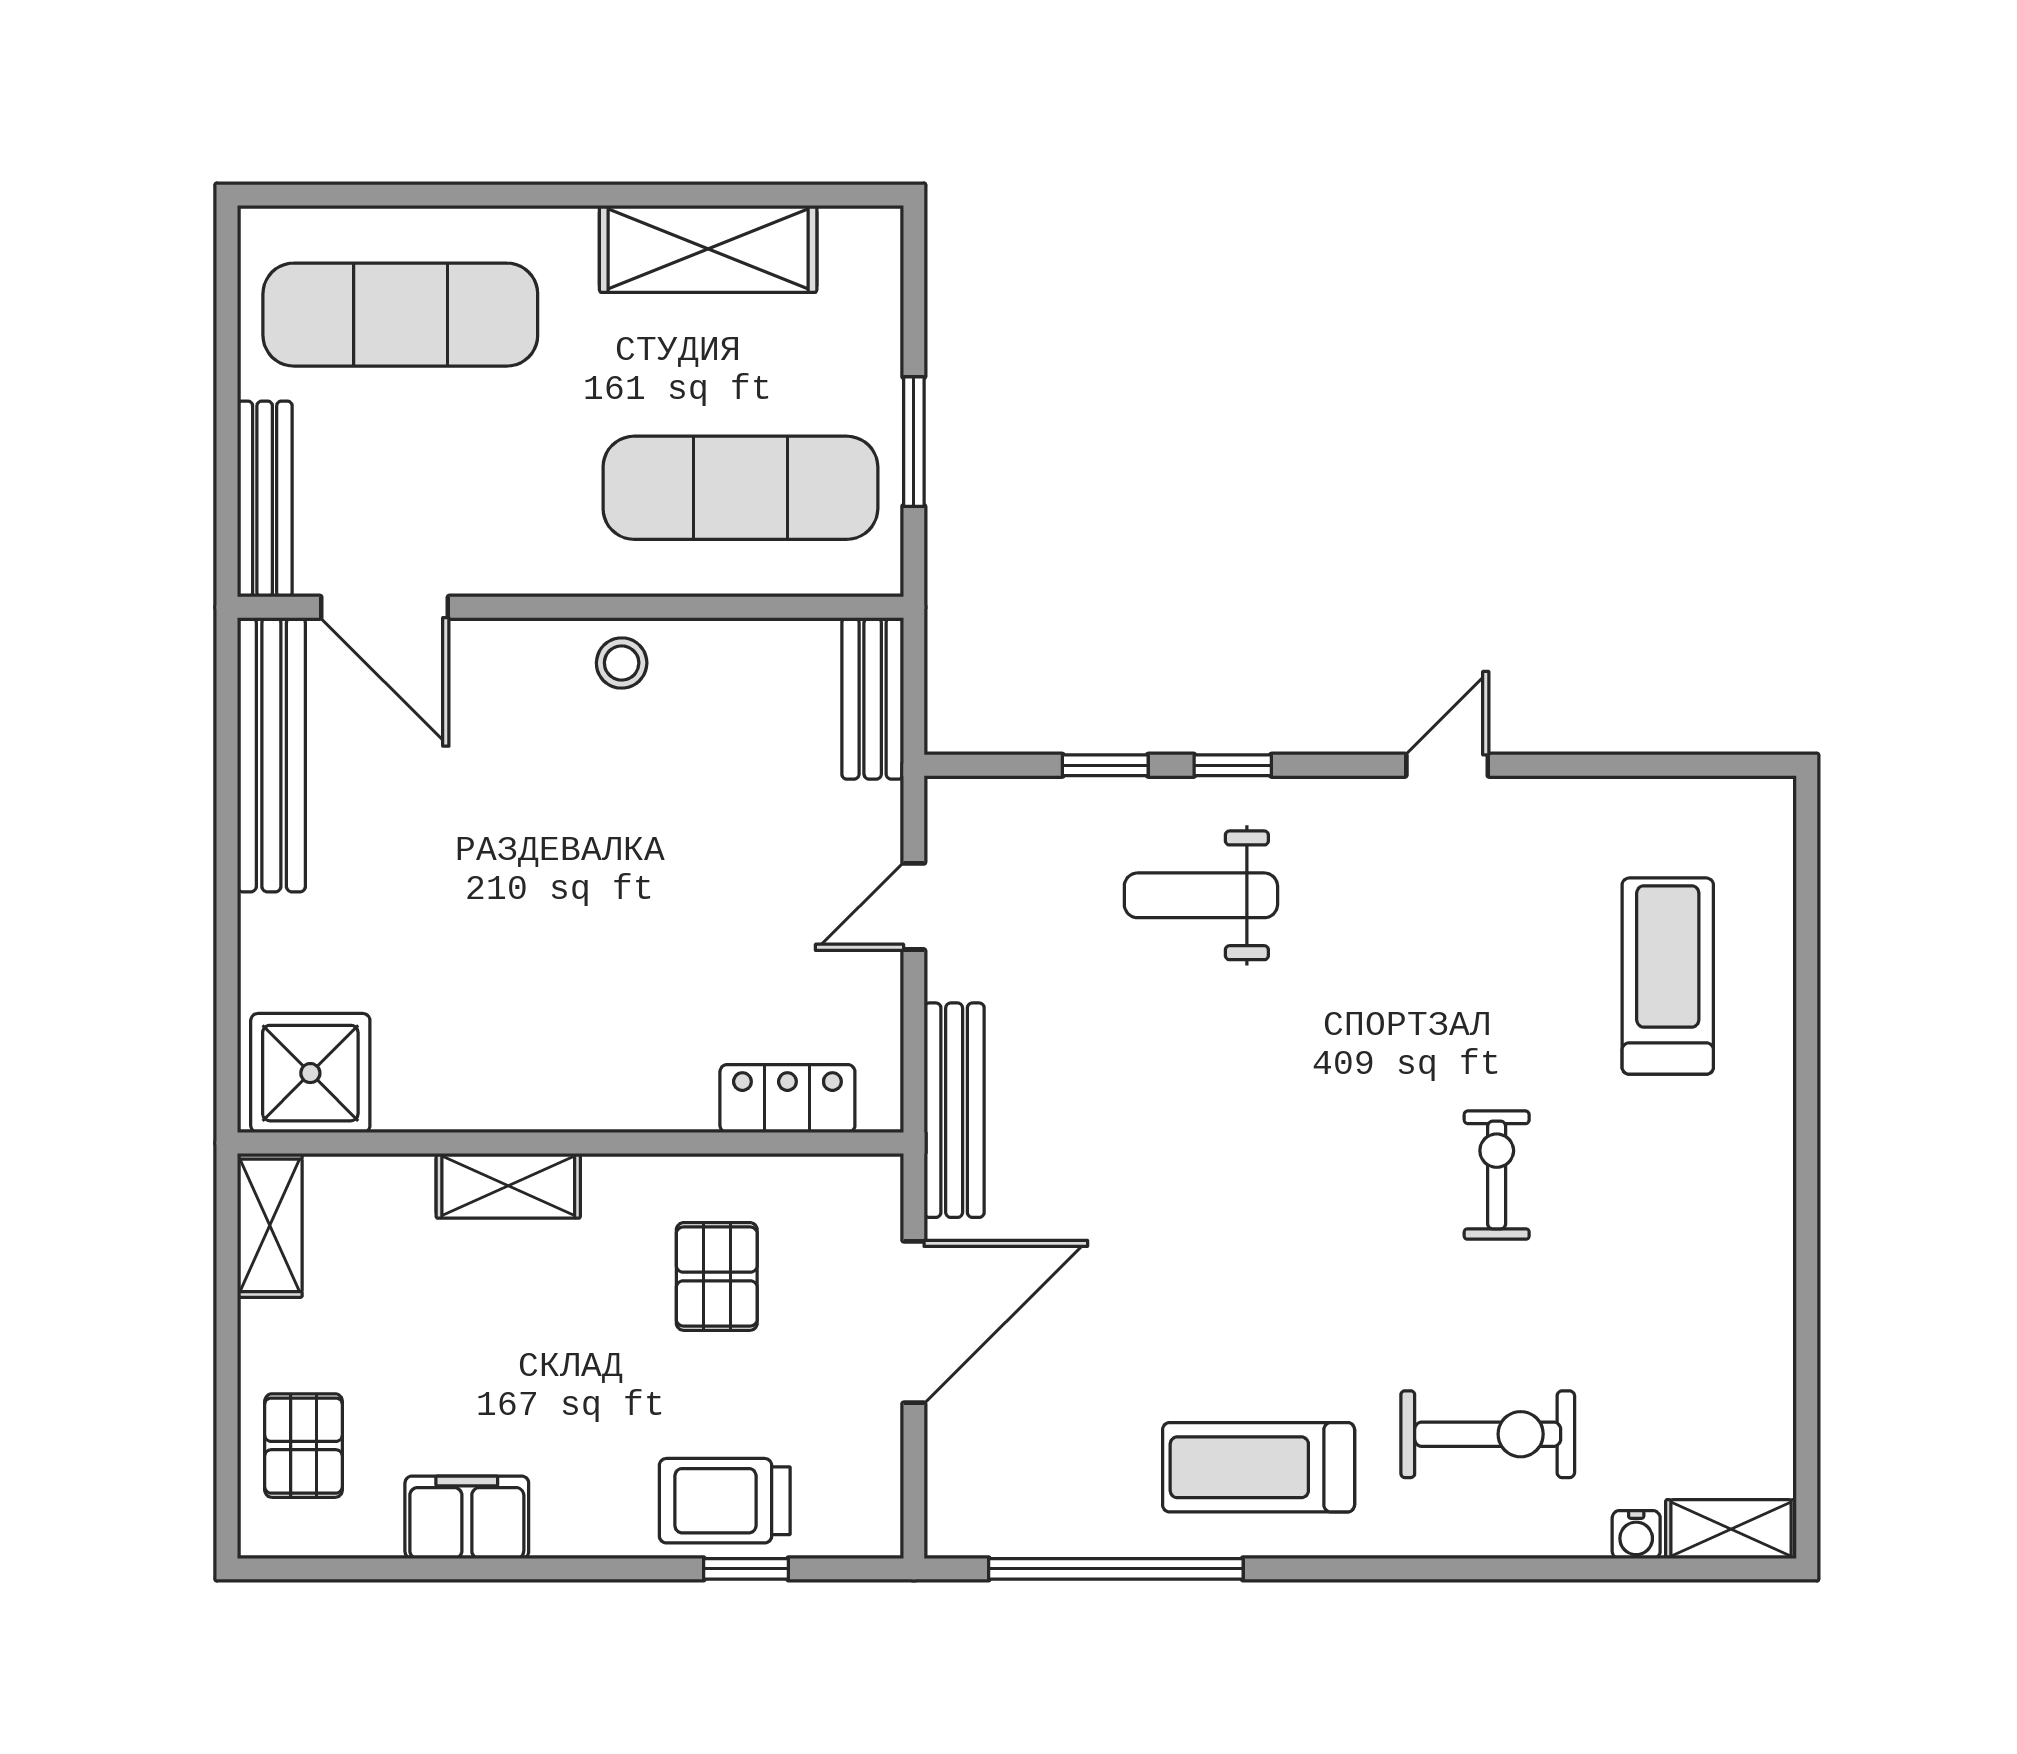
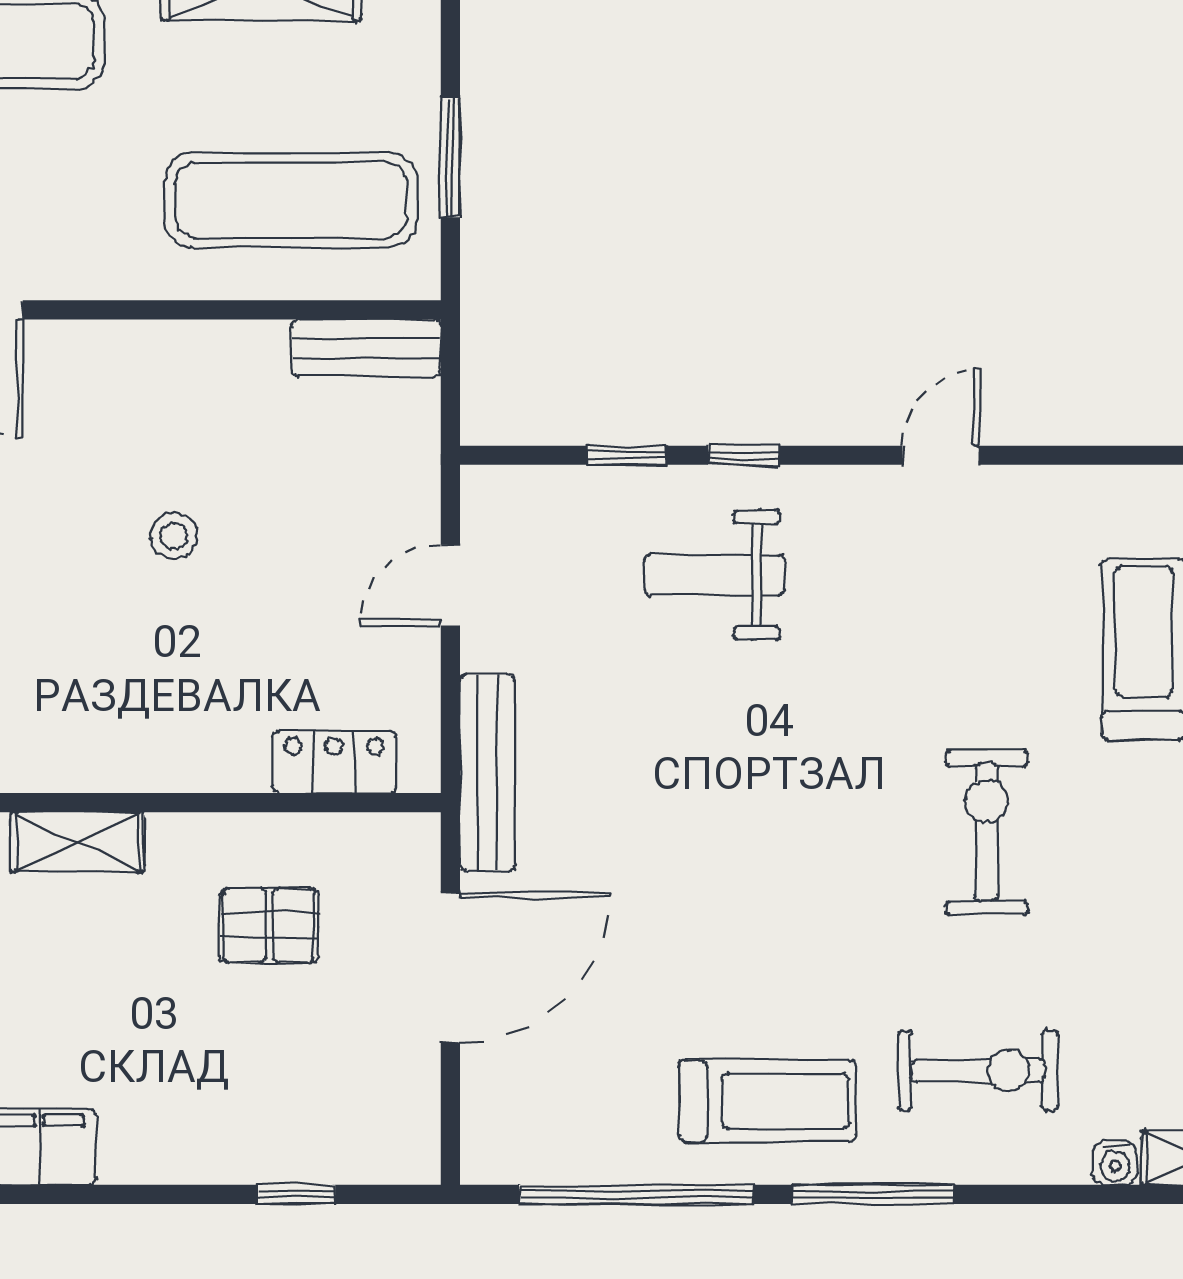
stool: (622, 663) -> (174, 536), moved
bench: (873, 698) -> (367, 348), moved, turned 90
exercise bike: (1497, 1175) -> (986, 832), width x1.38, depth x1.39
pallet: (717, 1276) -> (269, 926), turned 90
treadmill: (1259, 1467) -> (767, 1101), turned 180
trolley: (725, 1501) -> (276, 1132), removed
window: (1373, 1569) -> (873, 1194), added

